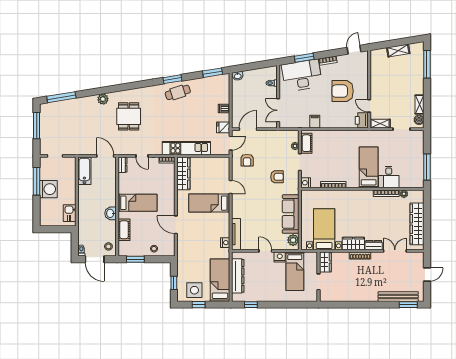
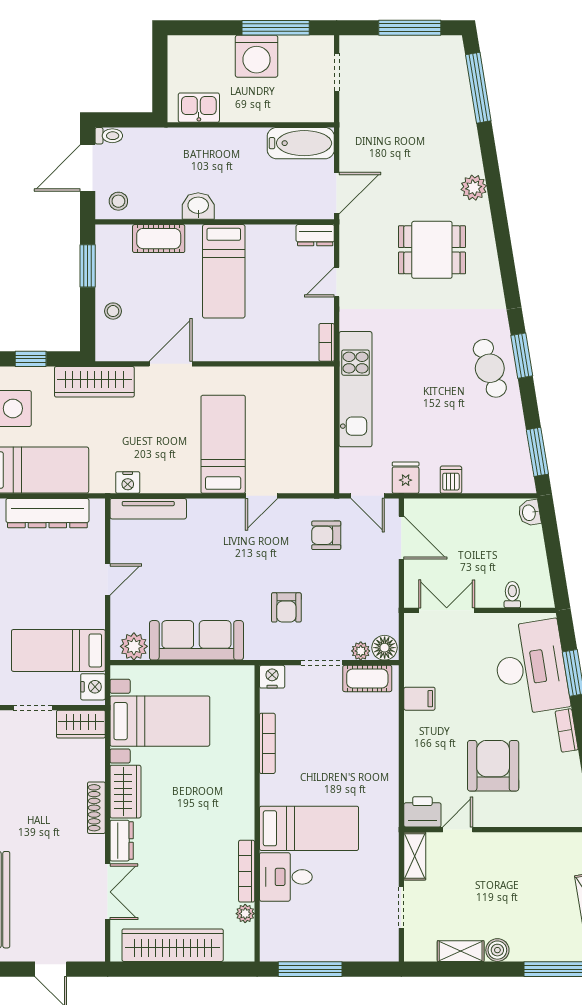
boiler: (419, 120) -> (497, 950), moved
floor lamp: (294, 136) -> (385, 648), added
wardrobe: (183, 173) -> (94, 382), moved
nightstand: (280, 257) -> (93, 687), moved

